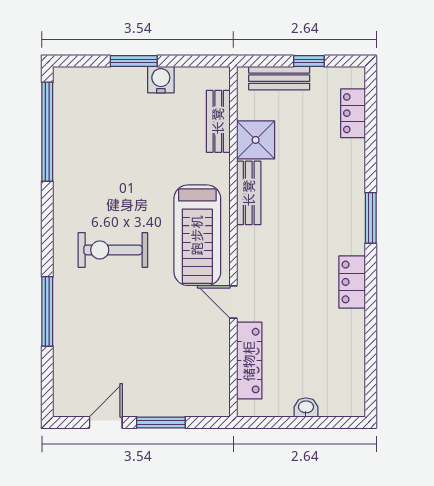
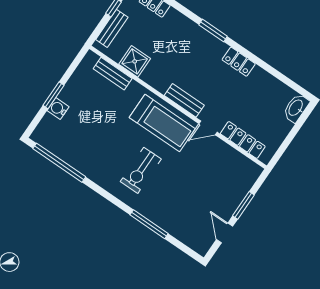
water cooler: (161, 80) -> (58, 109), moved
bench: (249, 193) -> (184, 100), moved
washbasin: (306, 407) -> (296, 108), moved, width x1.91, depth x1.45

